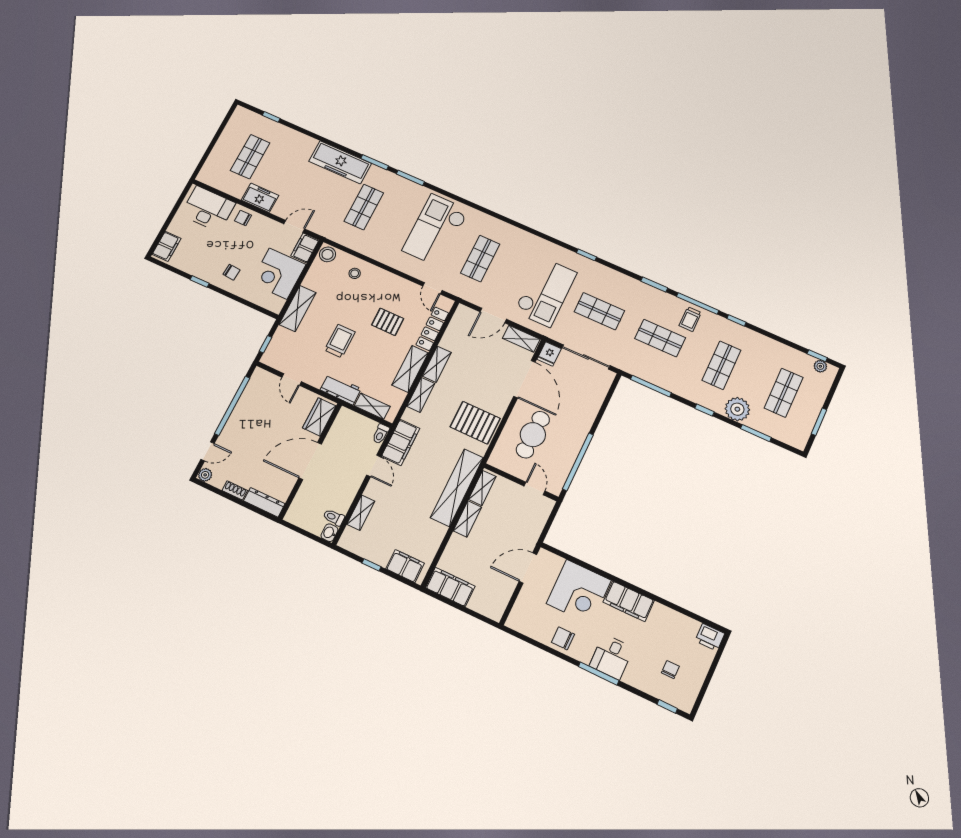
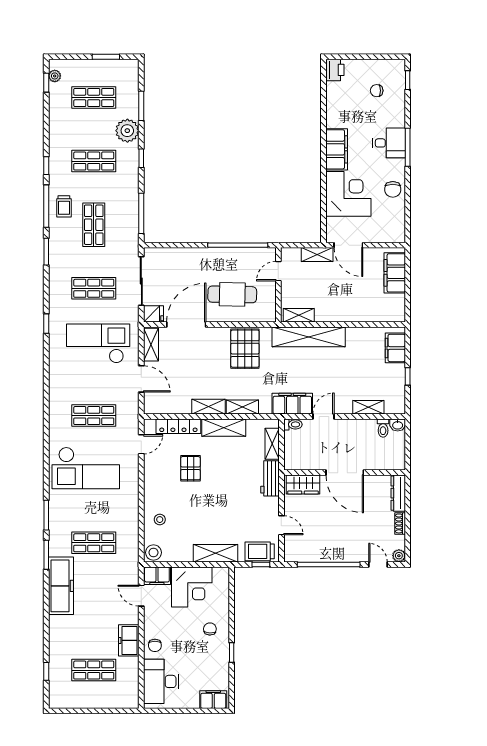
shop shelf: (599, 311) -> (94, 288), turned 90
trolley: (690, 319) -> (64, 206), turned 90
trolley: (340, 341) -> (260, 551), moved
door: (292, 379) -> (281, 525), hinge flipped
shelving: (467, 519) -> (317, 255), moved
filing cabinet: (450, 587) -> (395, 273), moved

